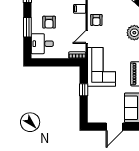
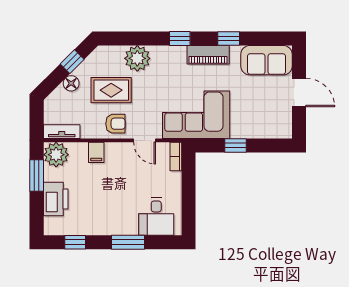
rug: (116, 18) -> (111, 90), added
armchair: (49, 22) -> (119, 205), removed

